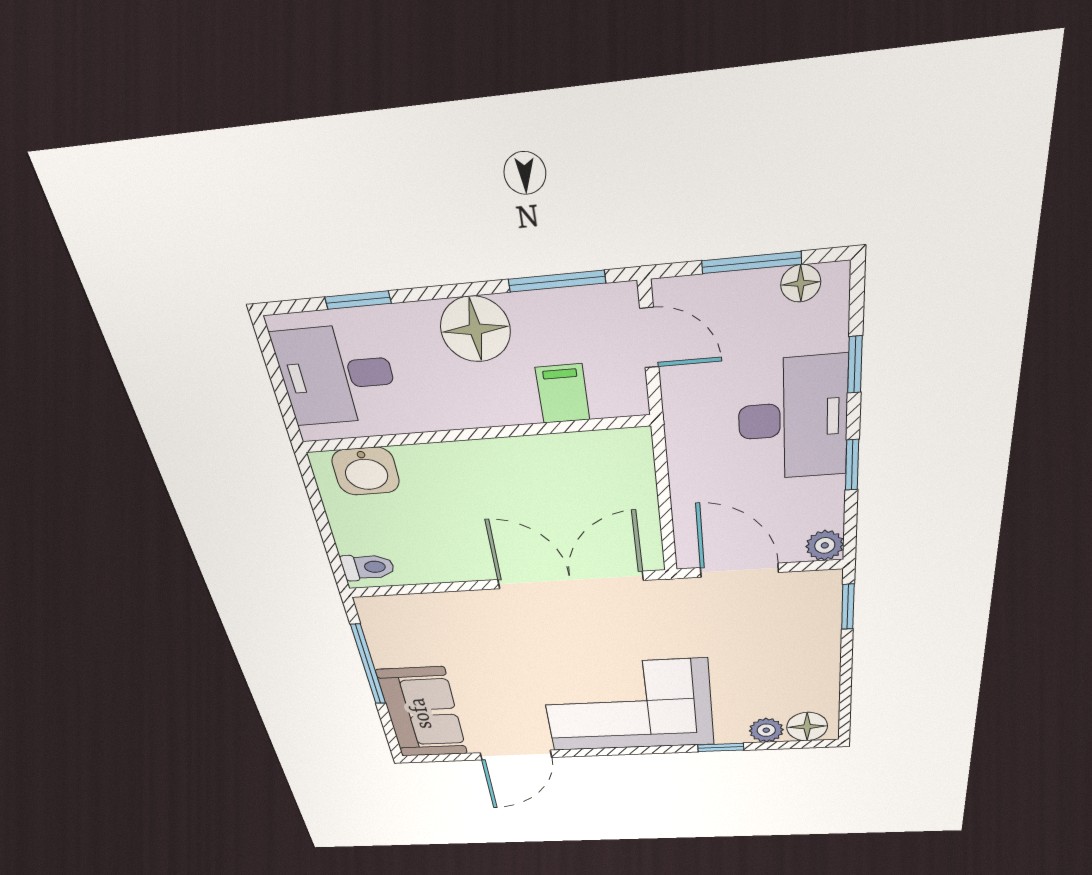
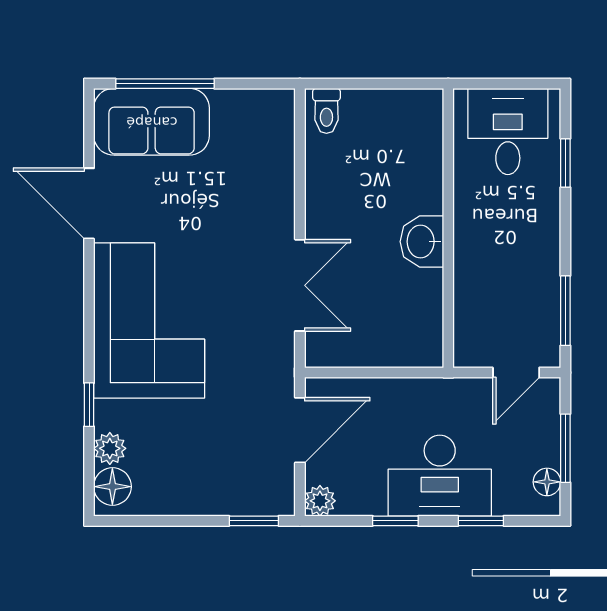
floor lamp: (475, 329) -> (535, 245), removed
filing cabinet: (563, 394) -> (477, 303), removed
washbasin: (366, 471) -> (422, 242), moved
double door: (570, 580) -> (300, 285), width x0.73
window: (368, 665) -> (165, 84), moved

